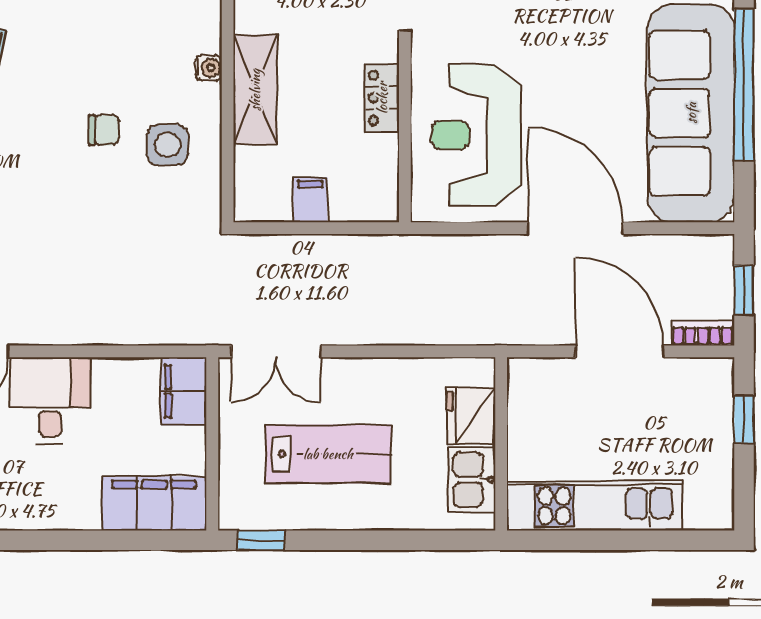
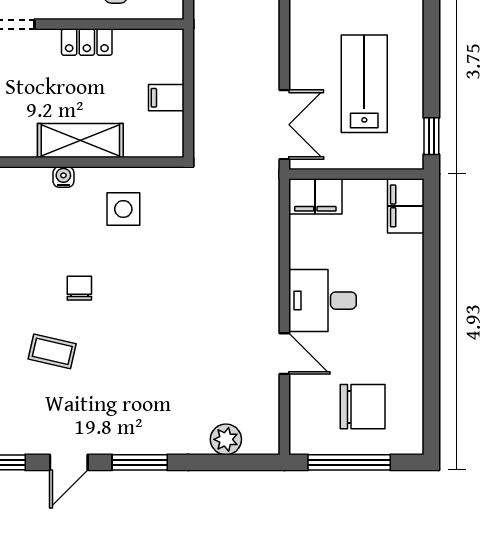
chair: (104, 130) -> (79, 288), moved
filing cabinet: (154, 503) -> (406, 206), width x0.67, depth x0.86

